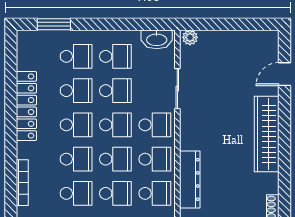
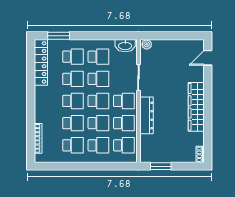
door: (284, 74) -> (208, 58), moved
locker: (26, 106) -> (41, 62), moved
dresser: (190, 179) -> (147, 115), moved

